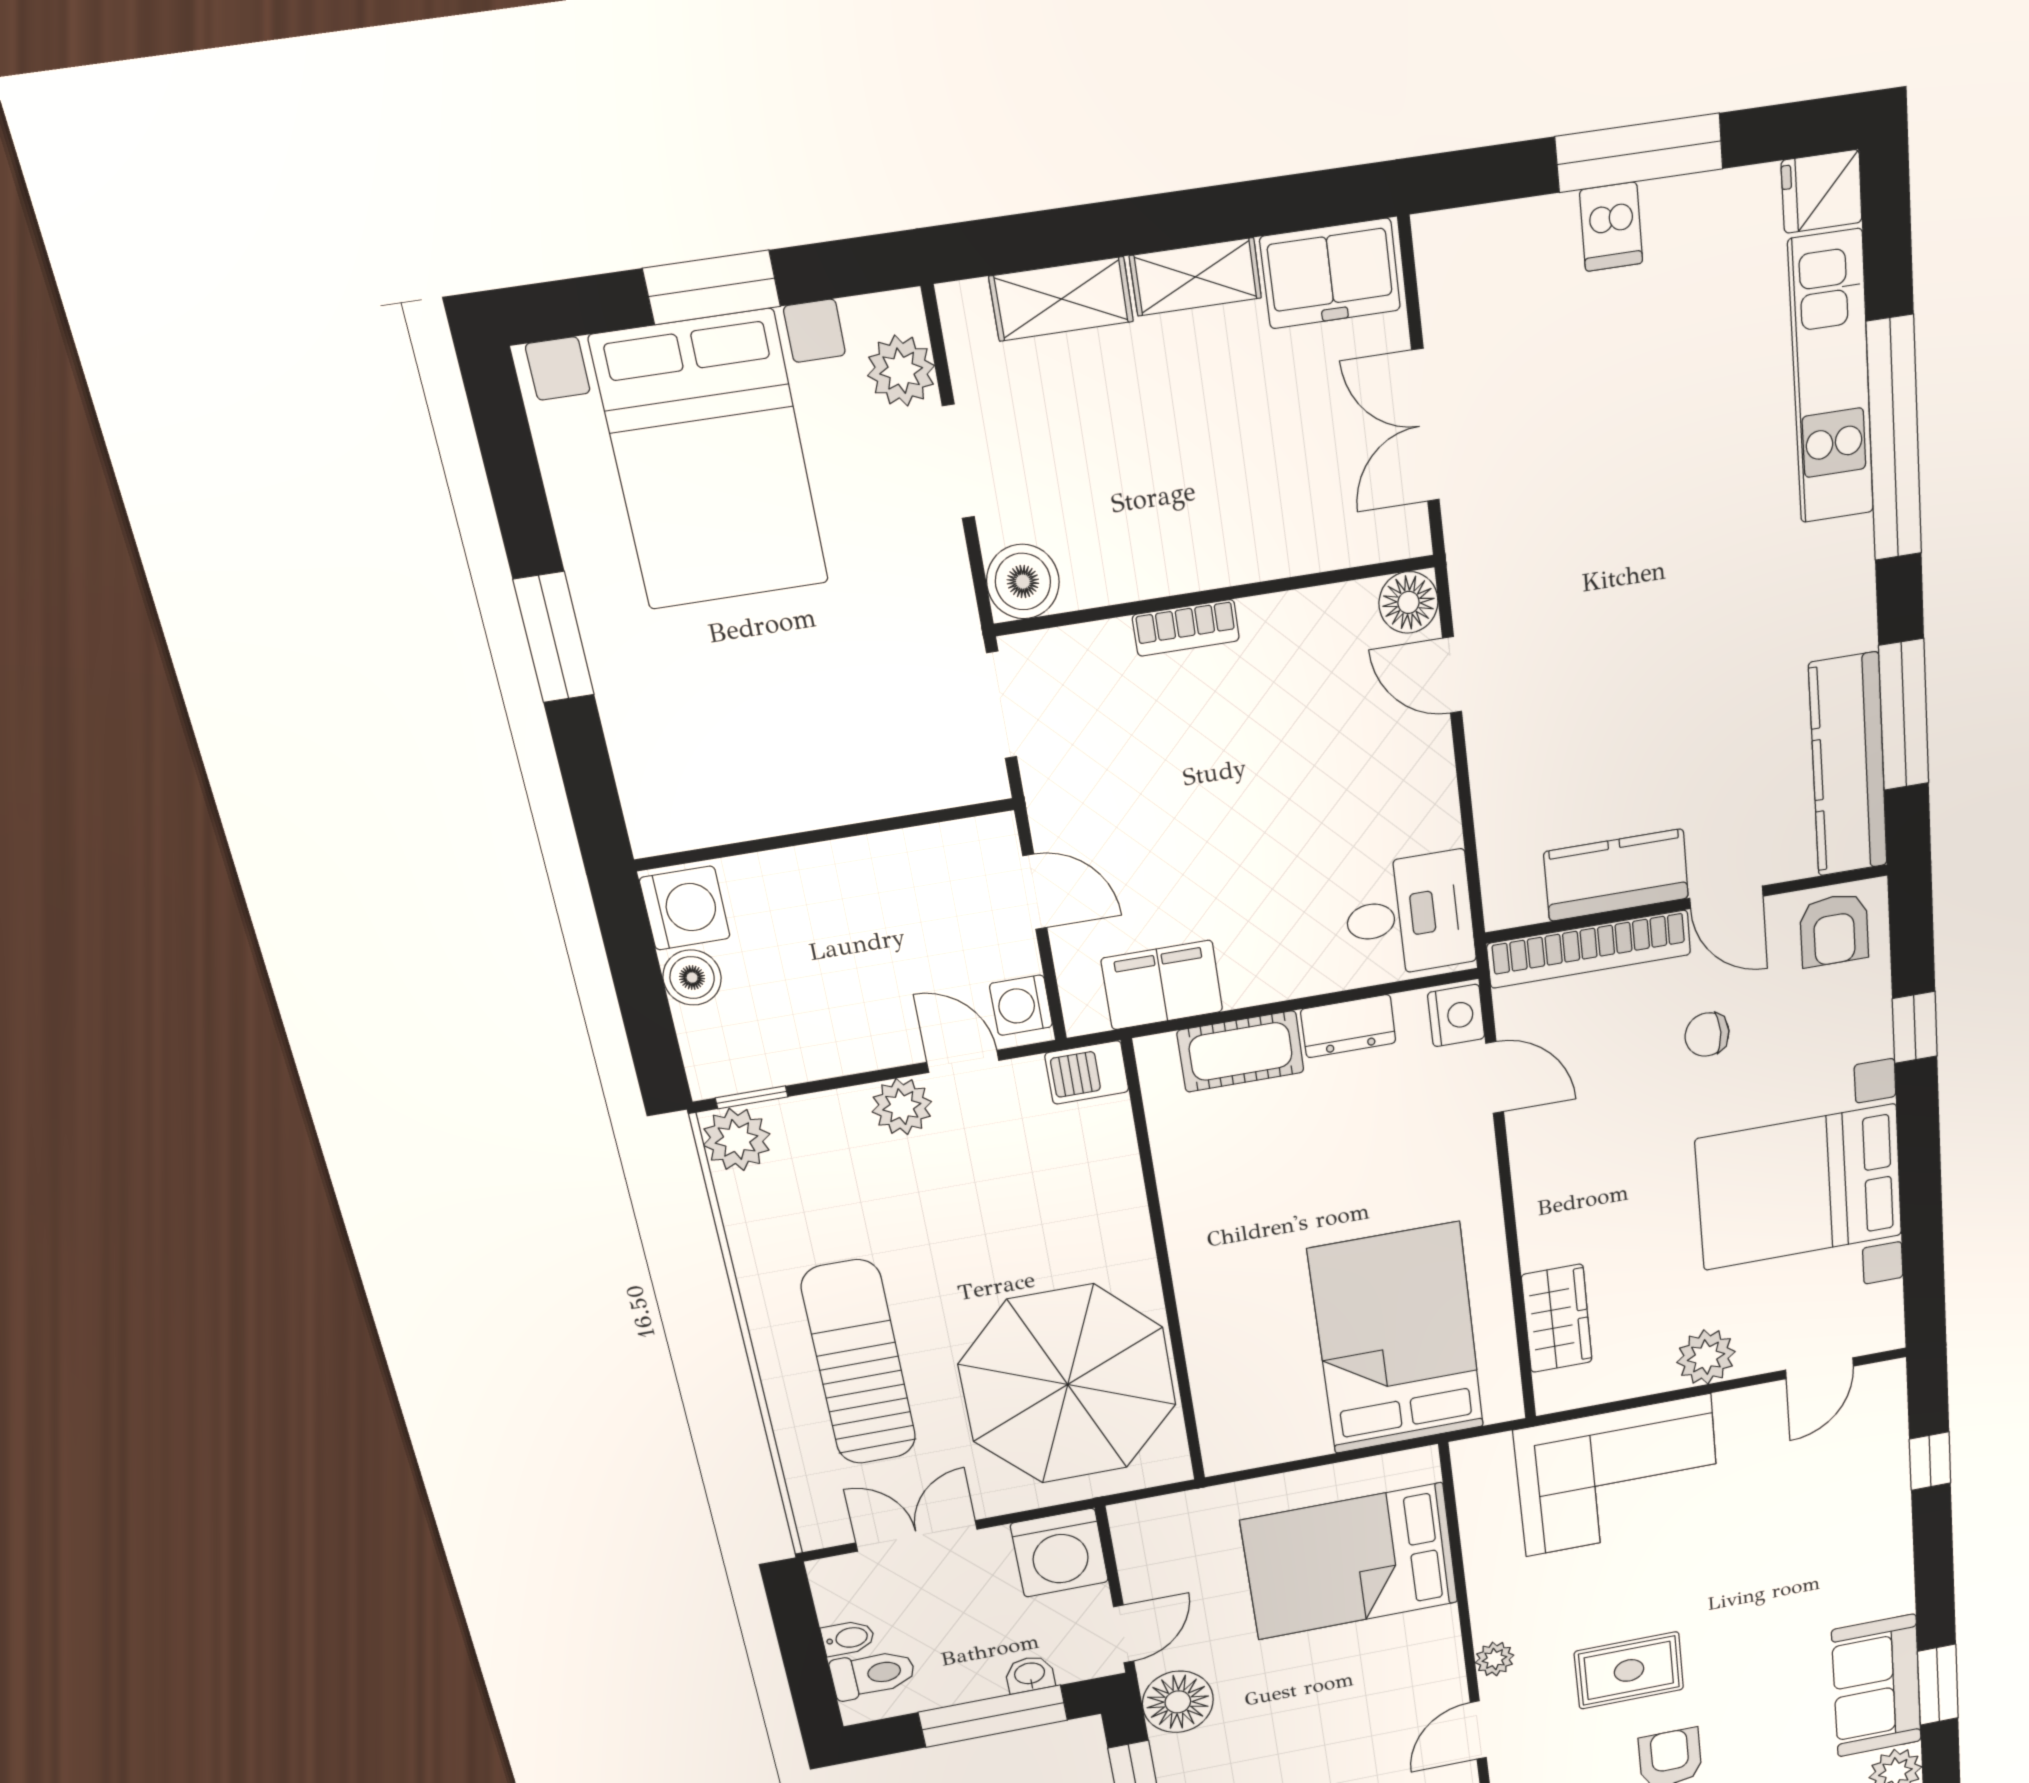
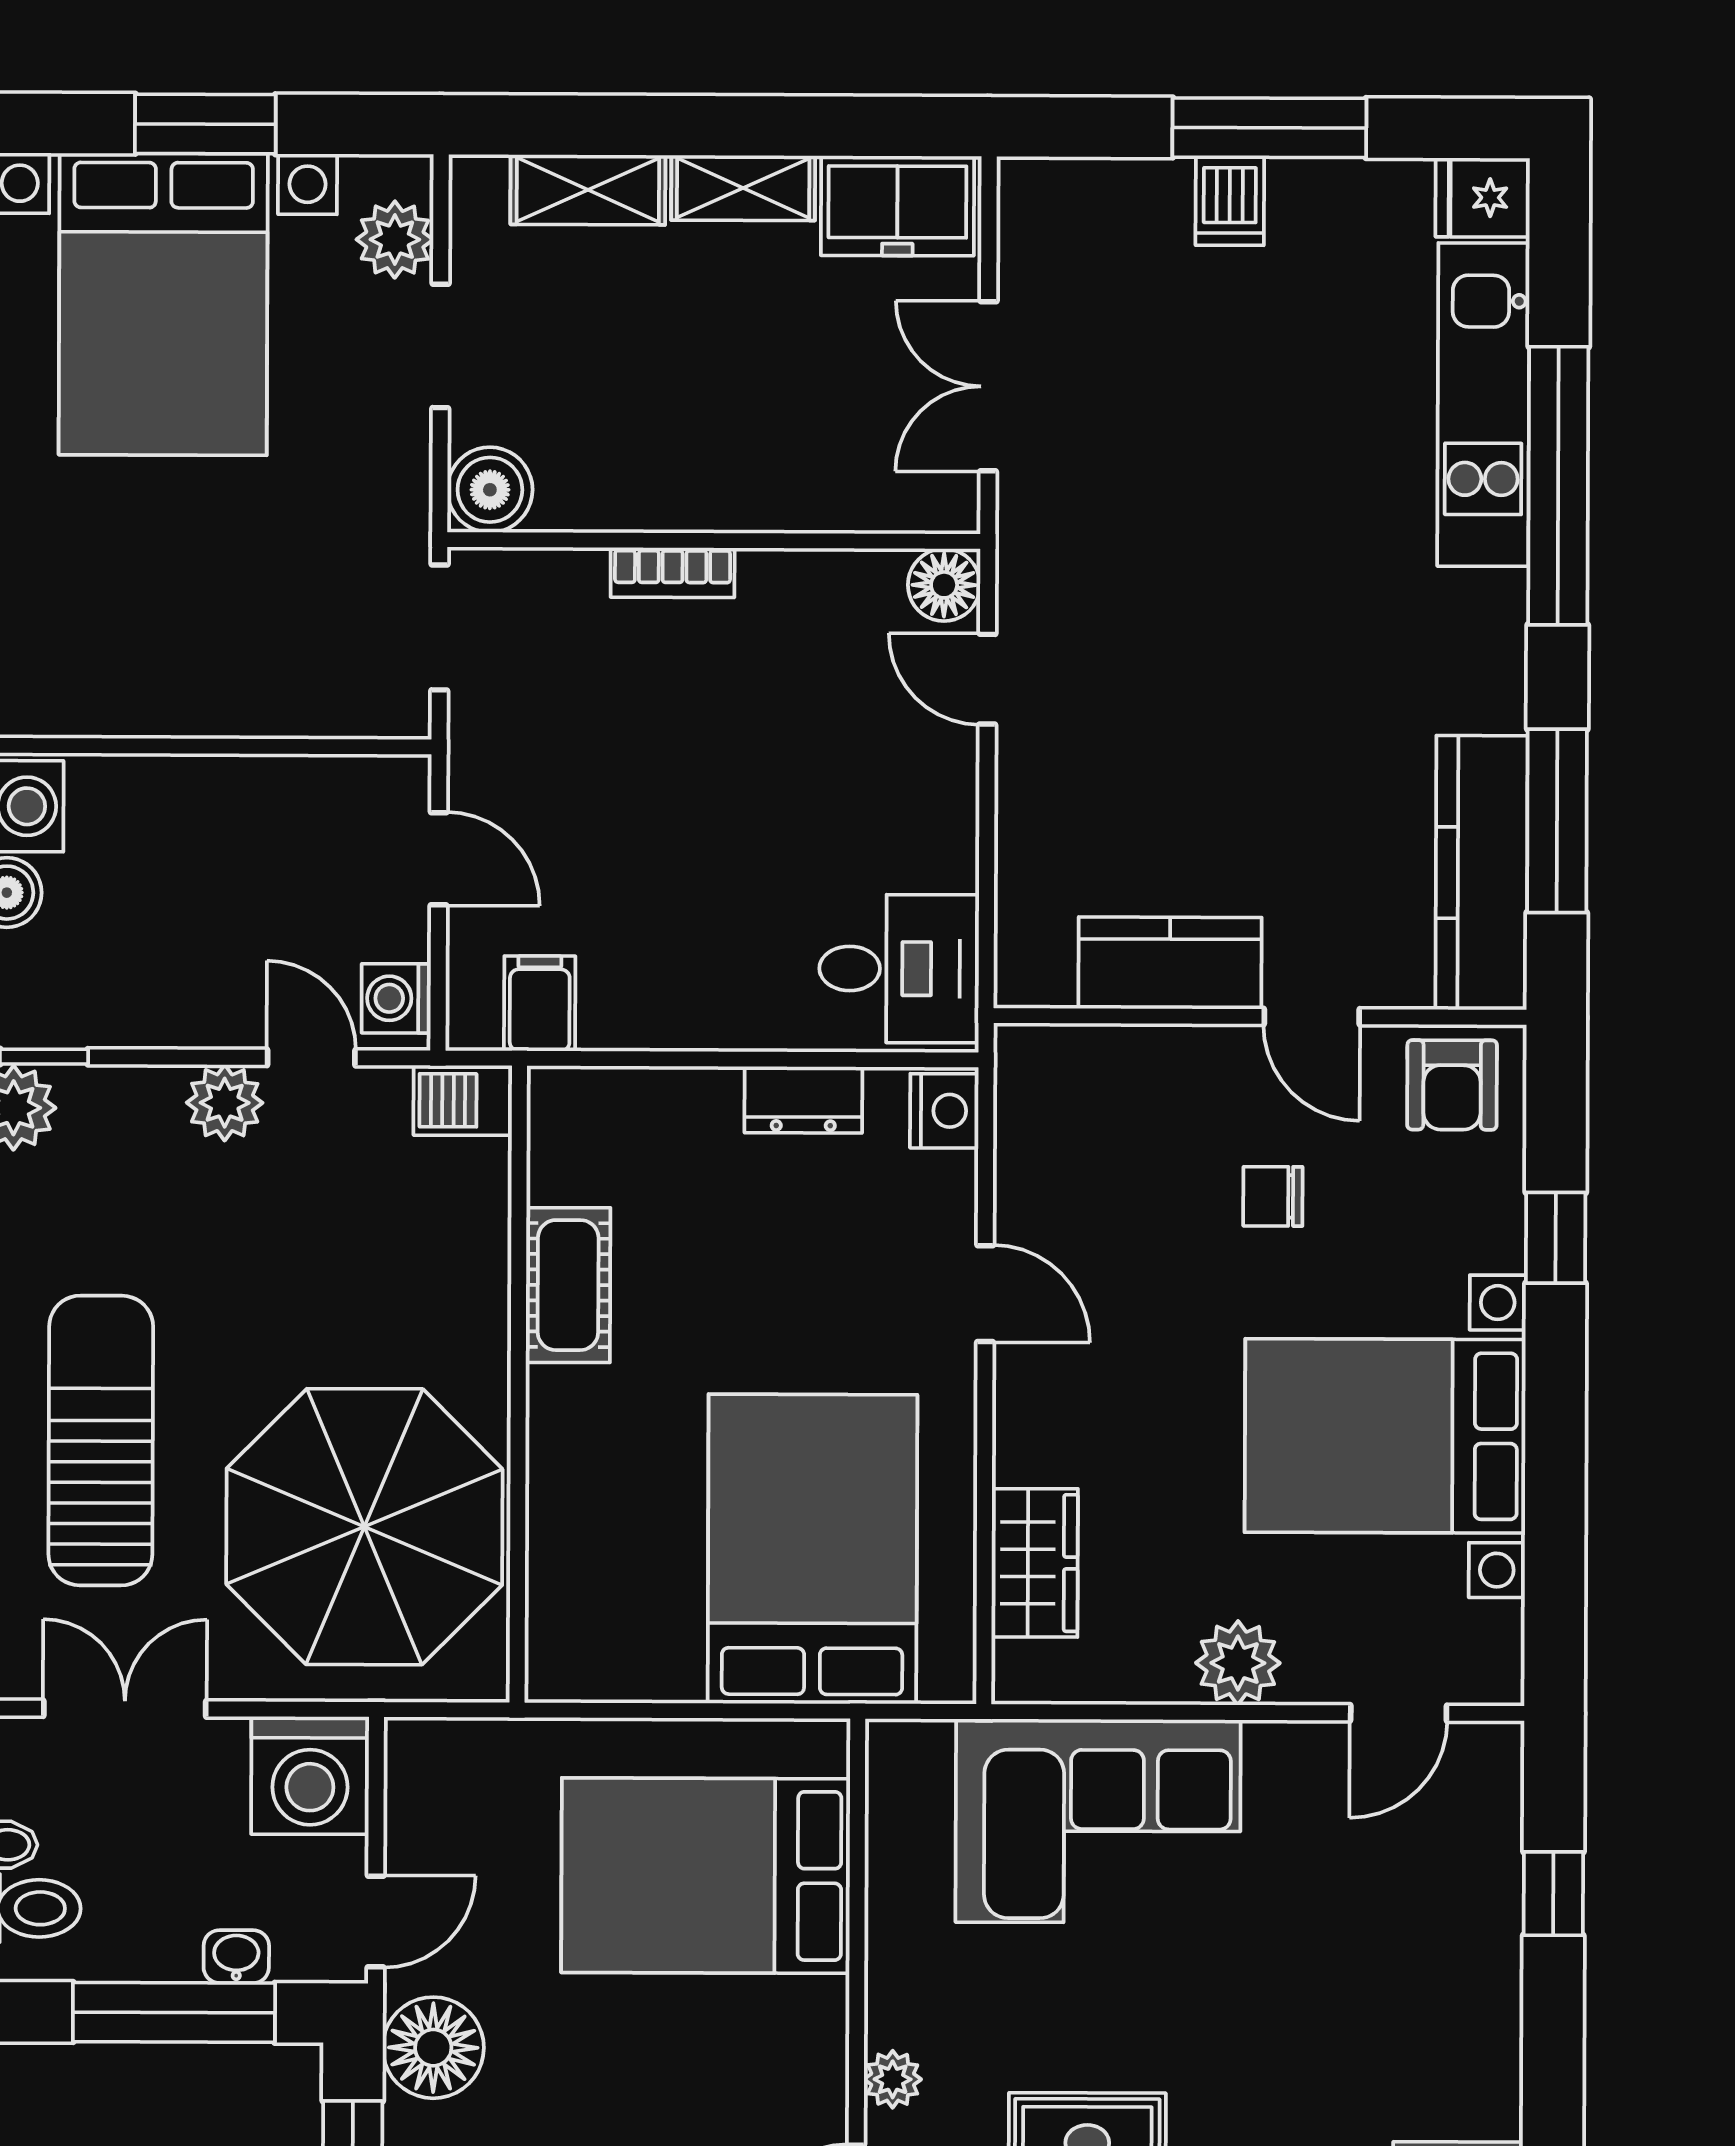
bookcase: (1589, 949) -> (1126, 1054), removed
filing cabinet: (1162, 985) -> (540, 1003), width x0.50
cot: (1241, 1051) -> (568, 1285), moved, turned 90
door: (1495, 1078) -> (985, 1294), moved

